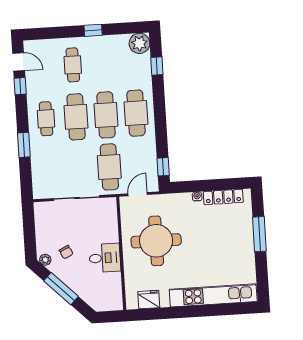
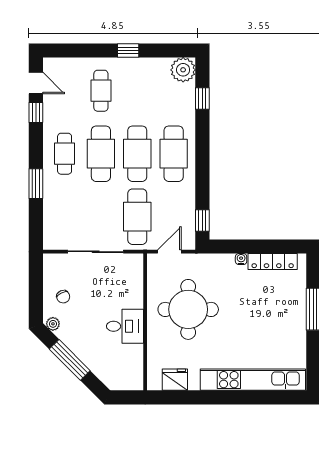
chair: (66, 252) -> (63, 297), moved

